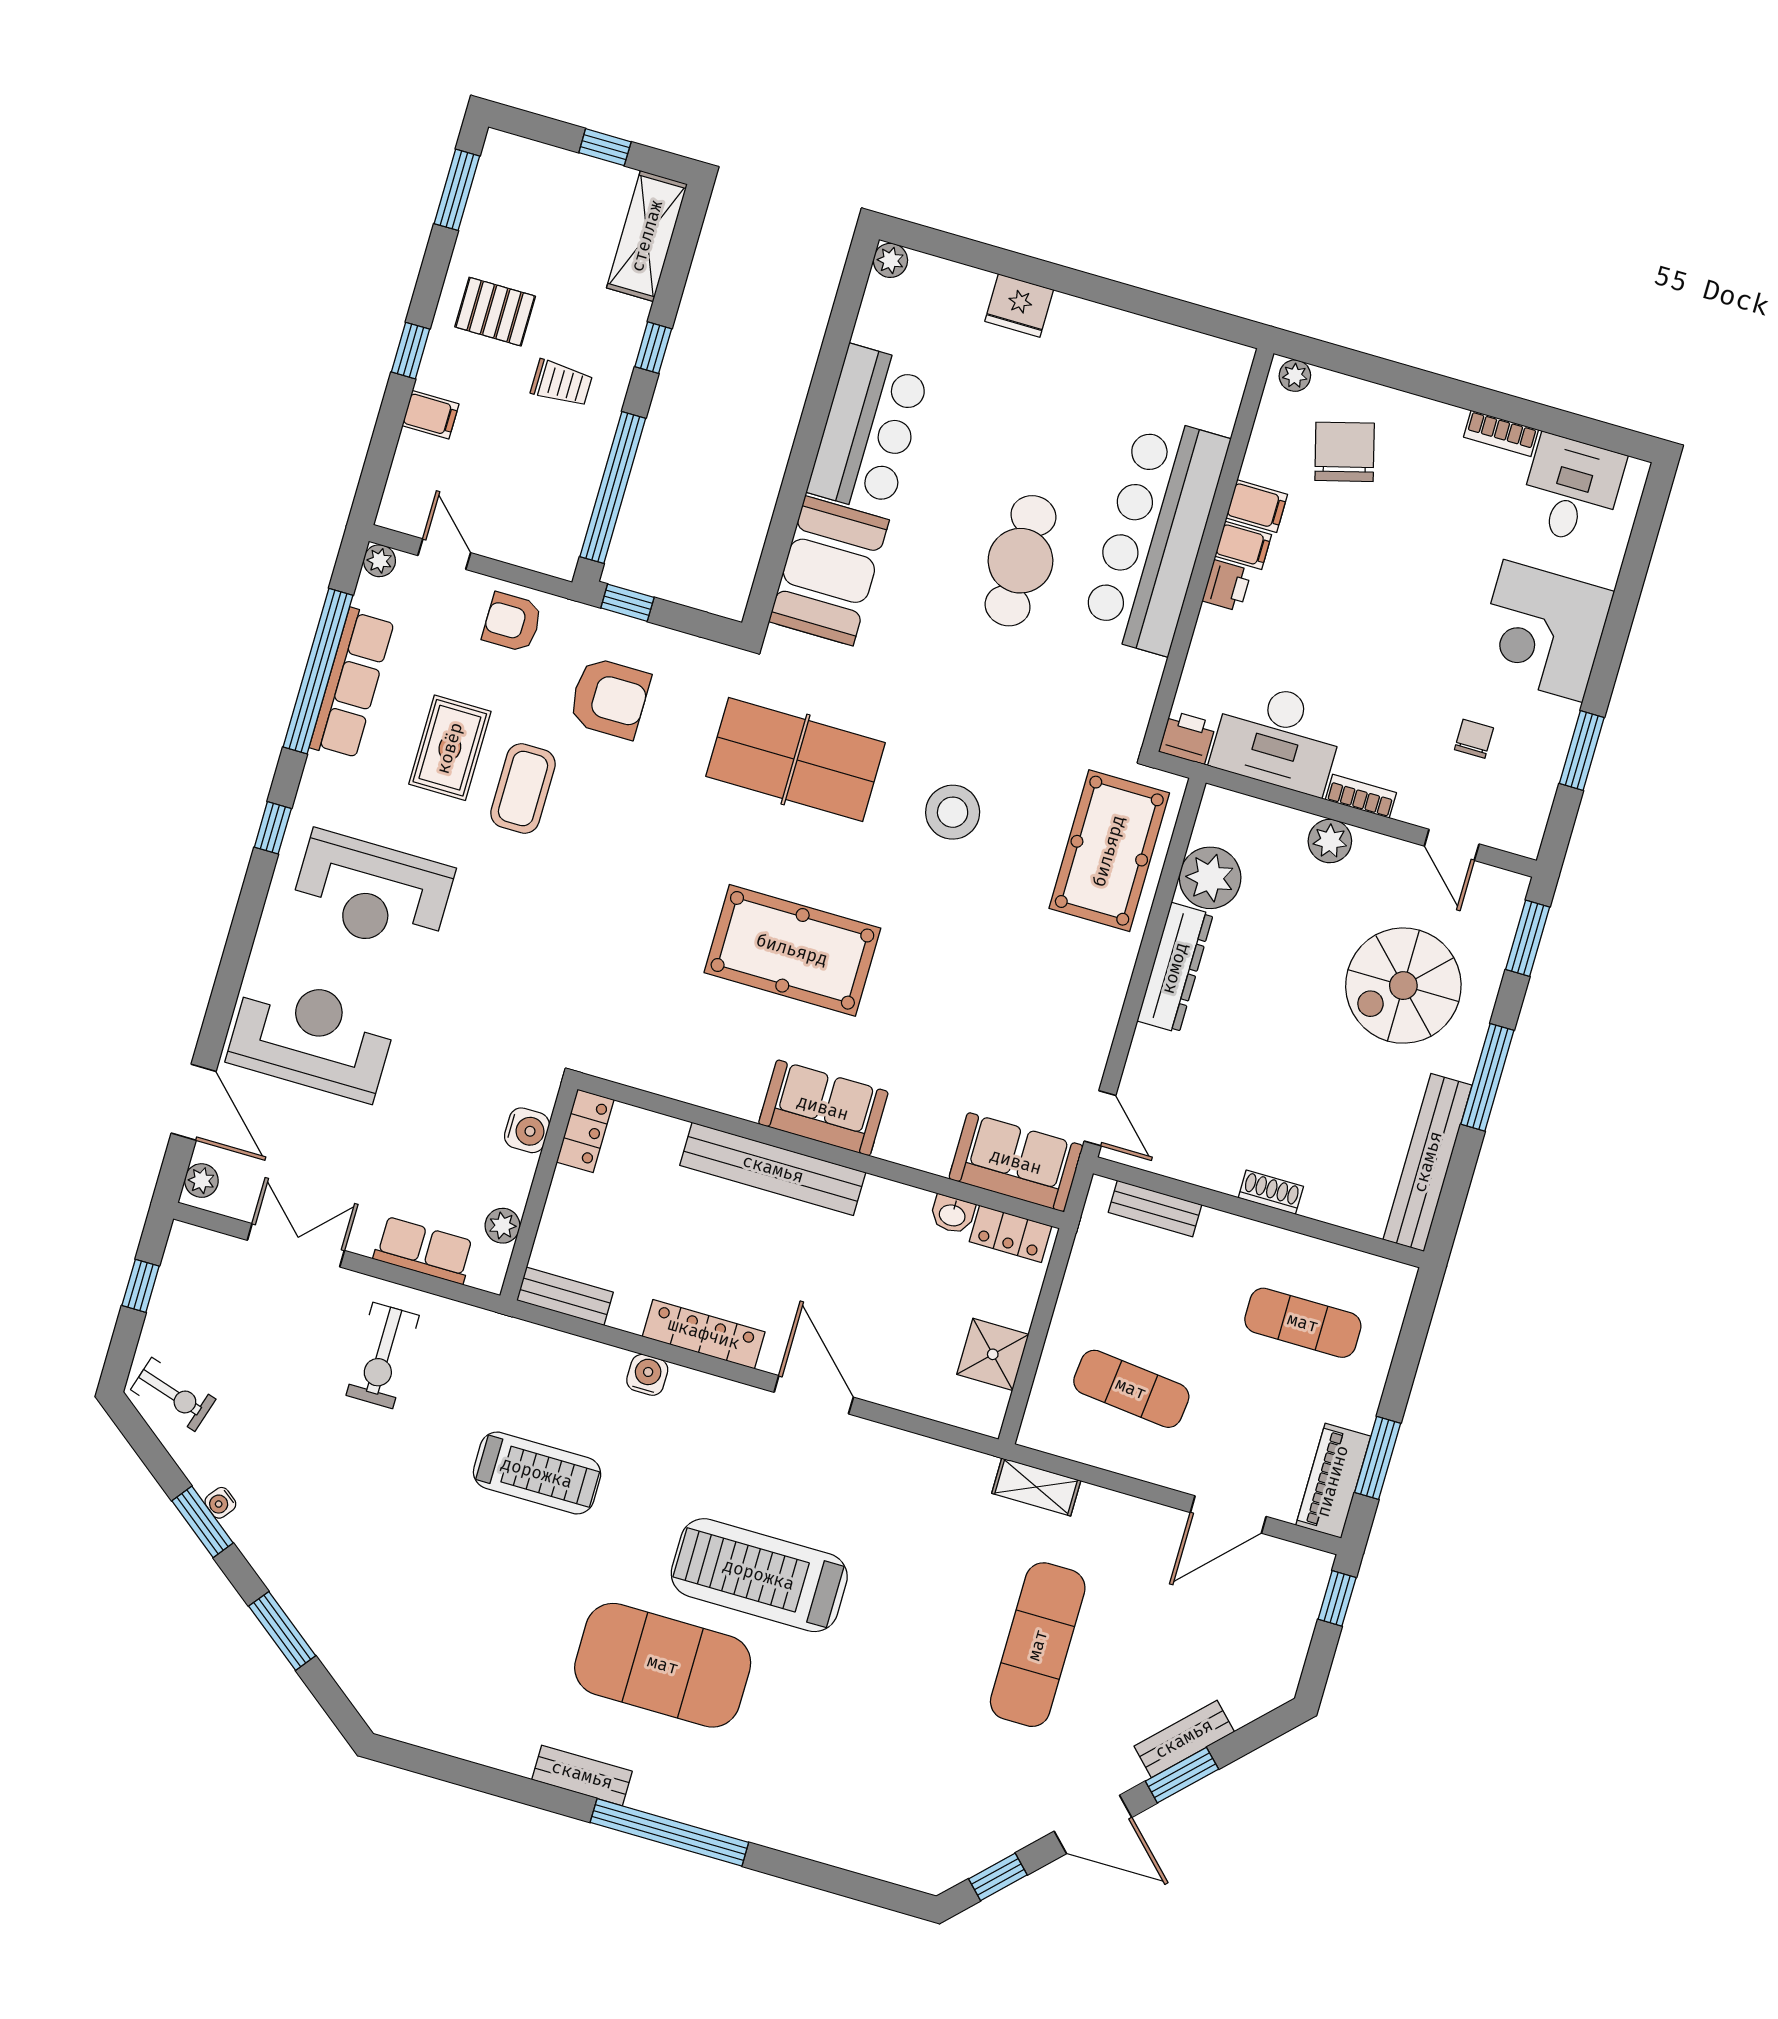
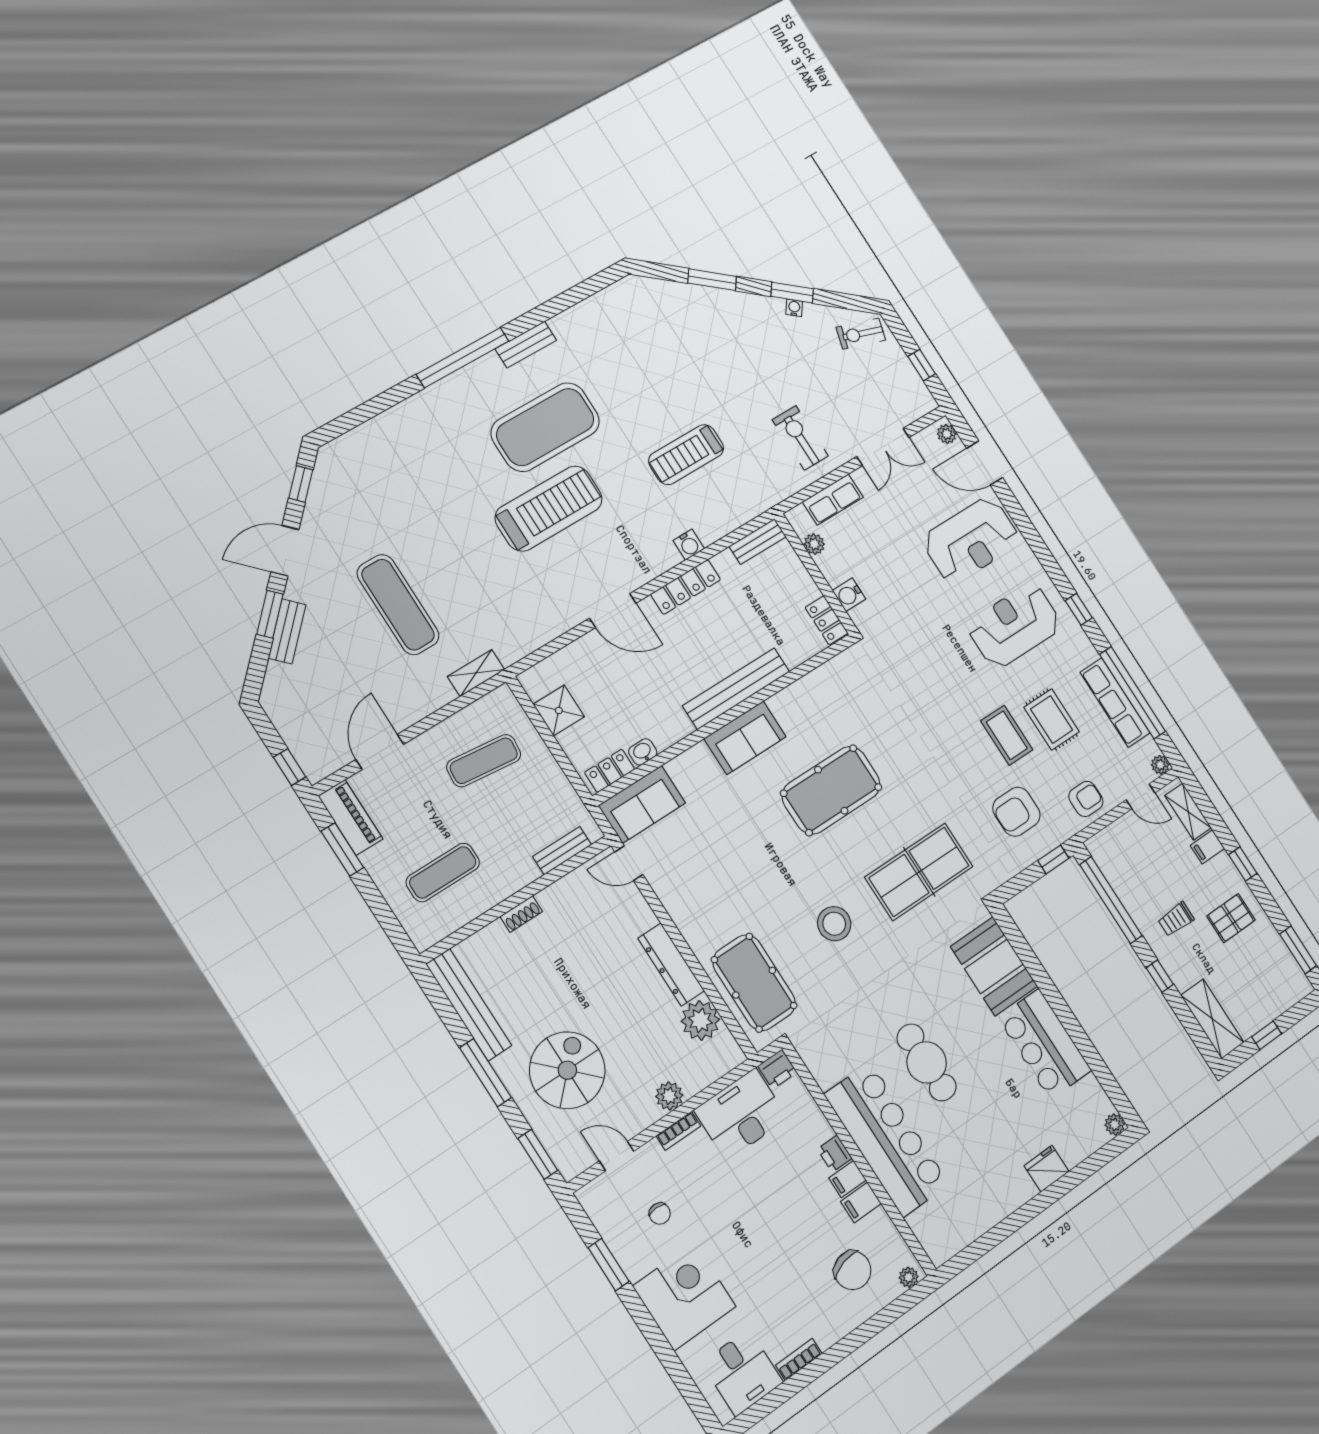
shelving: (408, 476) -> (1188, 812), added

